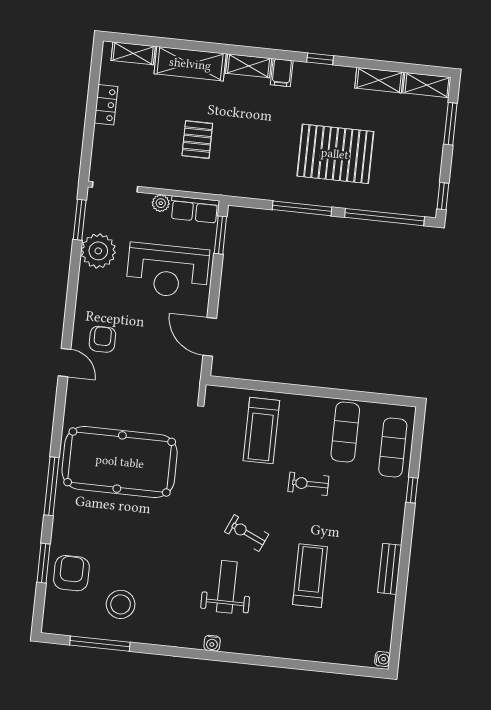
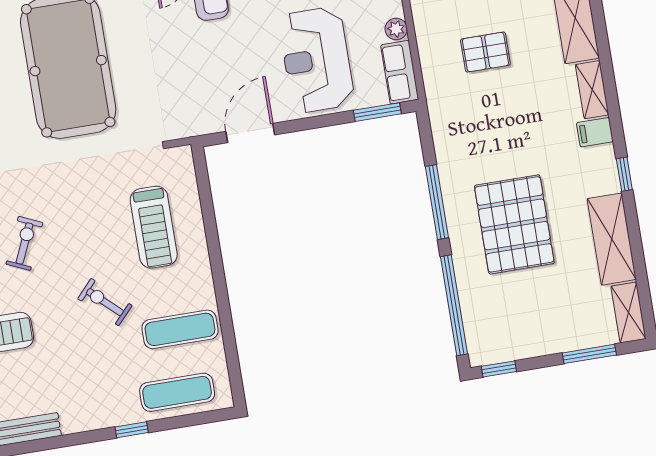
shelving: (379, 80) -> (612, 239), width x1.50, depth x1.33
treadmill: (261, 431) -> (154, 227), turned -90
exercise bike: (308, 484) -> (105, 302), turned -47

